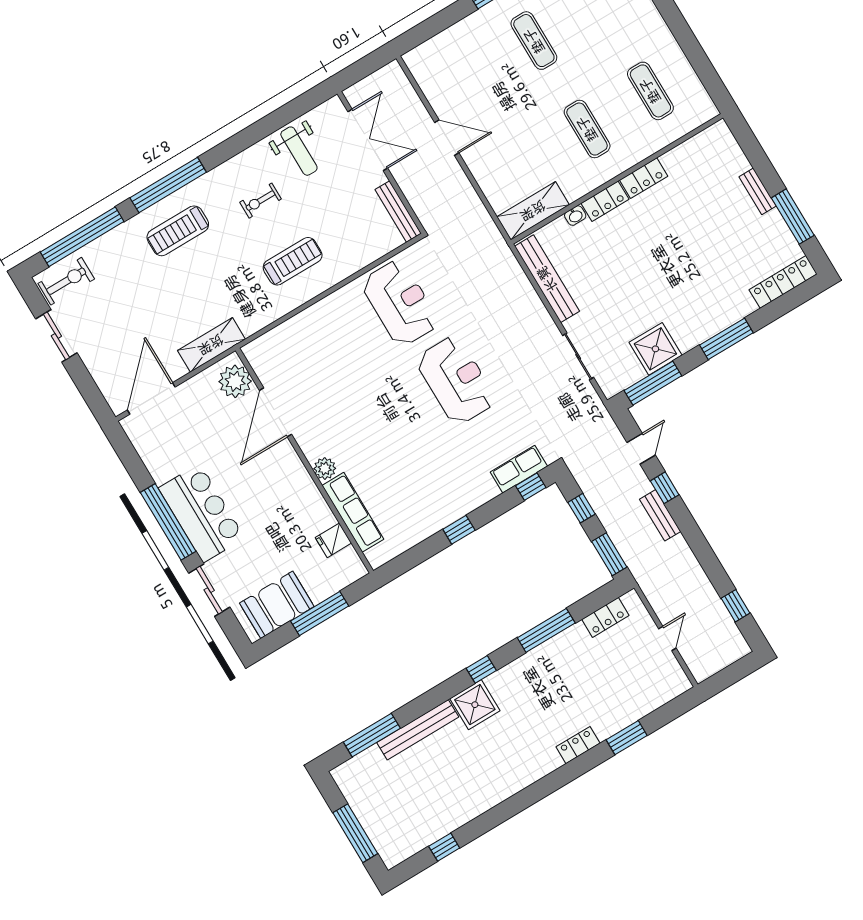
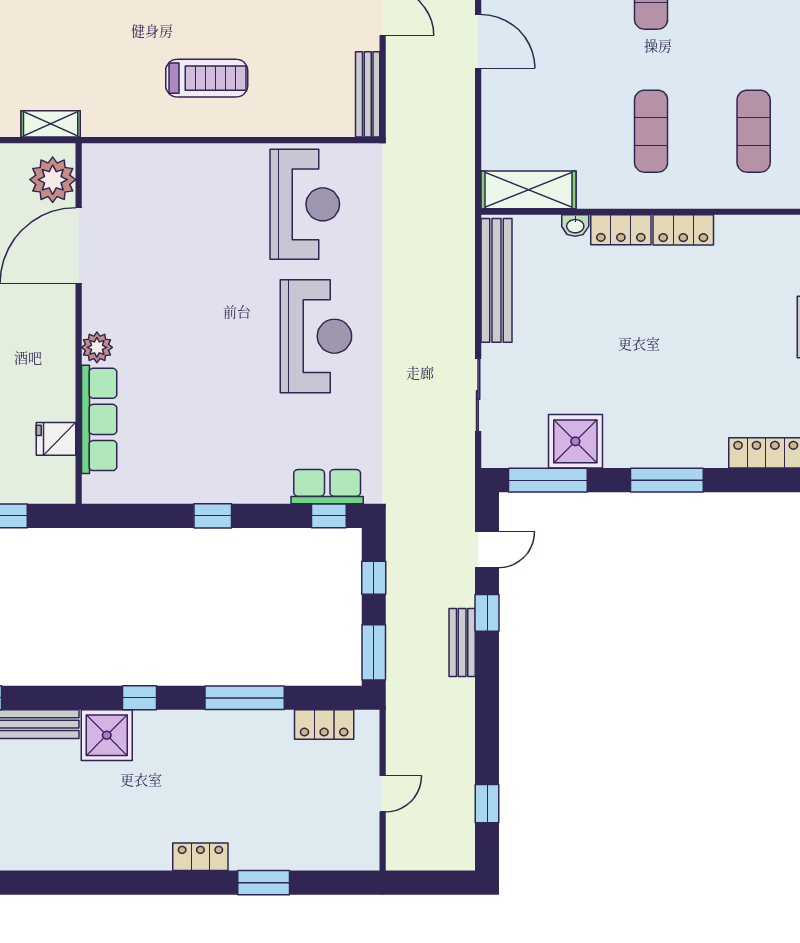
shelving: (211, 345) -> (51, 124), width x0.67, depth x0.75

